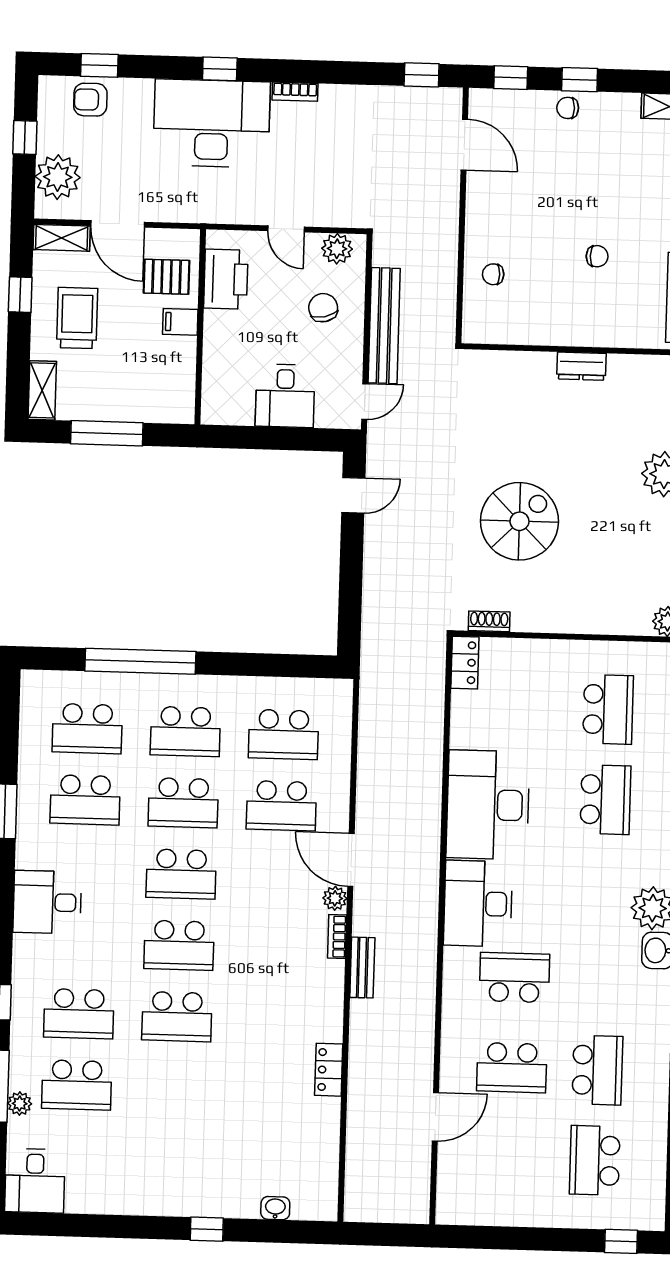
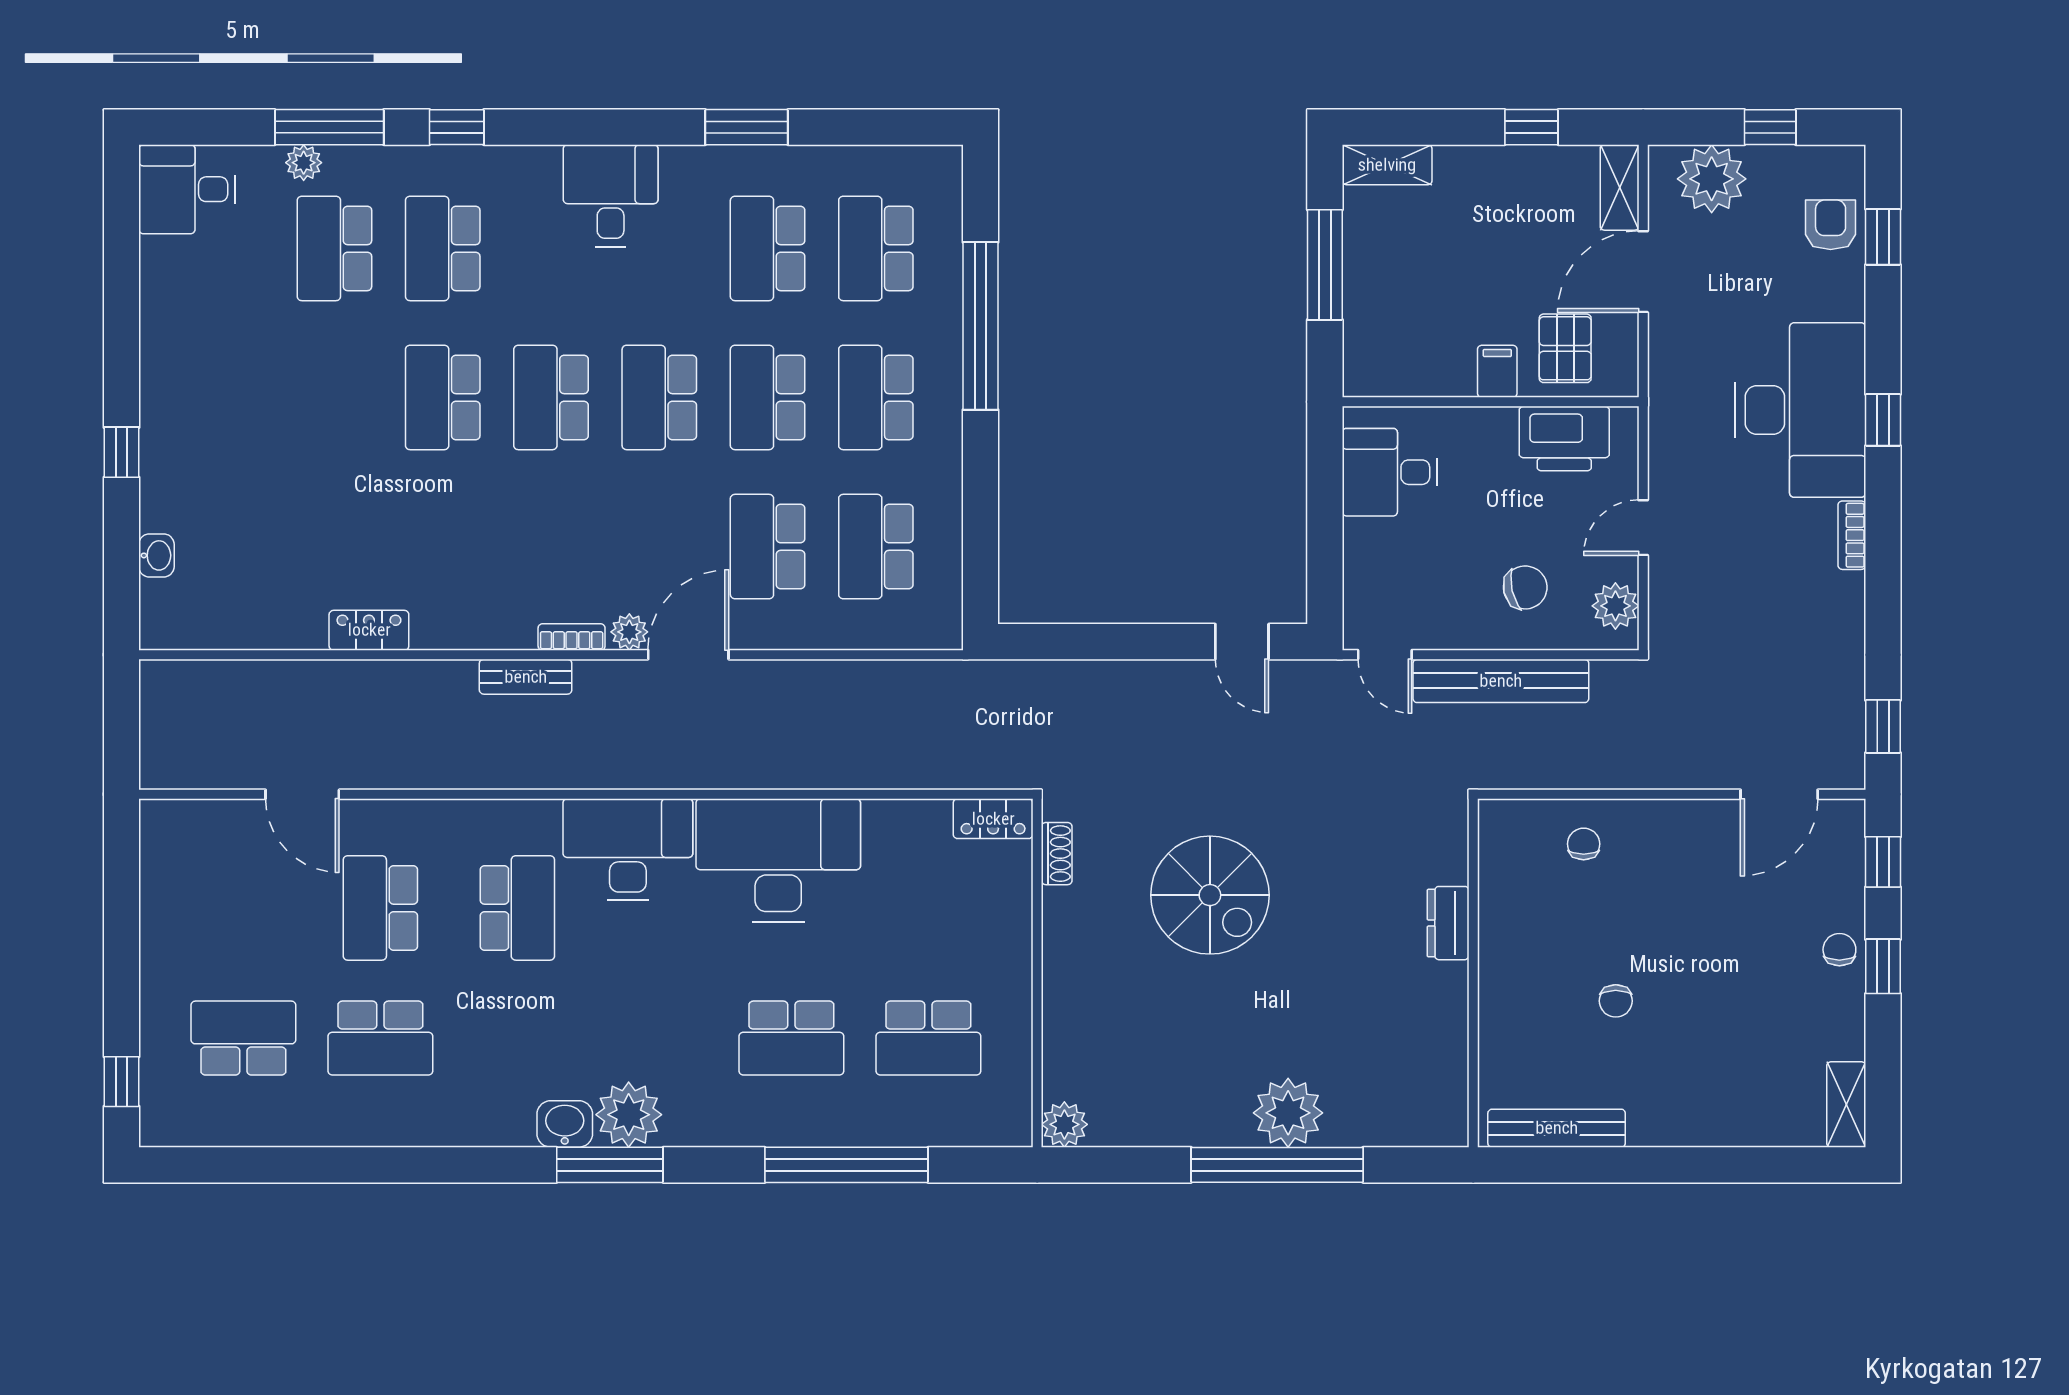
trolley: (77, 318) -> (1498, 215), removed
dresser: (581, 366) -> (1448, 923), moved
desk: (285, 396) -> (1390, 472), moved

